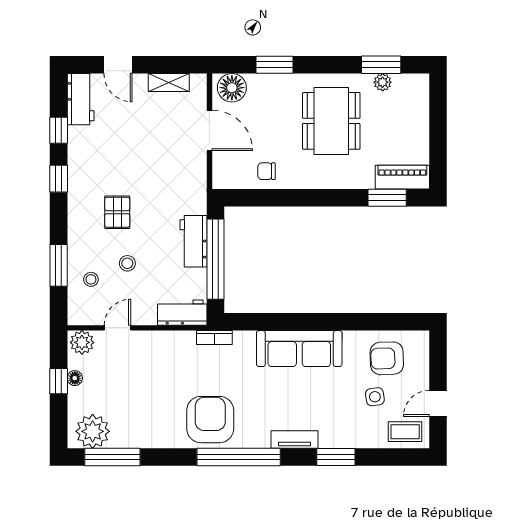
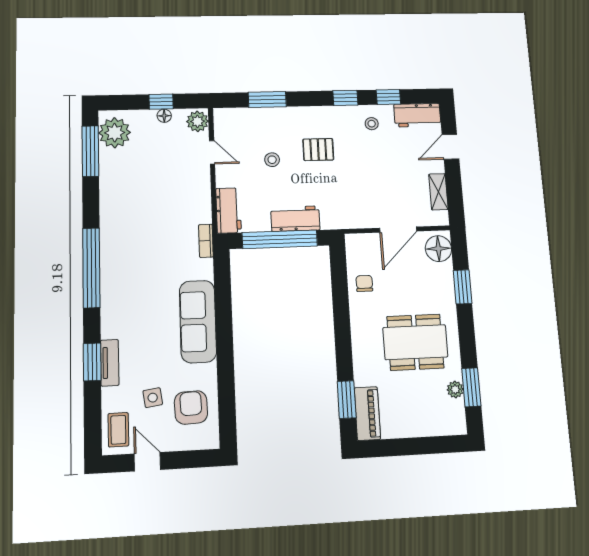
stool: (91, 279) -> (372, 124), moved
armchair: (210, 420) -> (127, 240), removed
tv unit: (295, 440) -> (110, 363), moved

